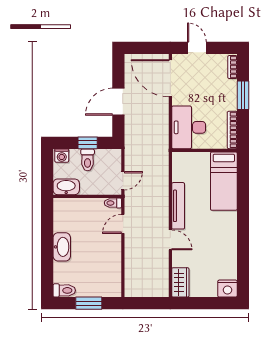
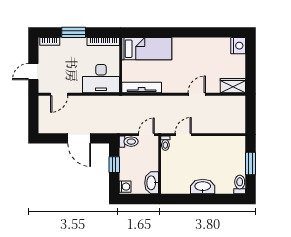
door: (170, 78) -> (59, 94), width x0.53
toilet: (88, 160) -> (129, 142), moved
door: (123, 181) -> (146, 135), hinge flipped
tv unit: (178, 206) -> (142, 88), moved
door: (123, 224) -> (183, 135), swing flipped

